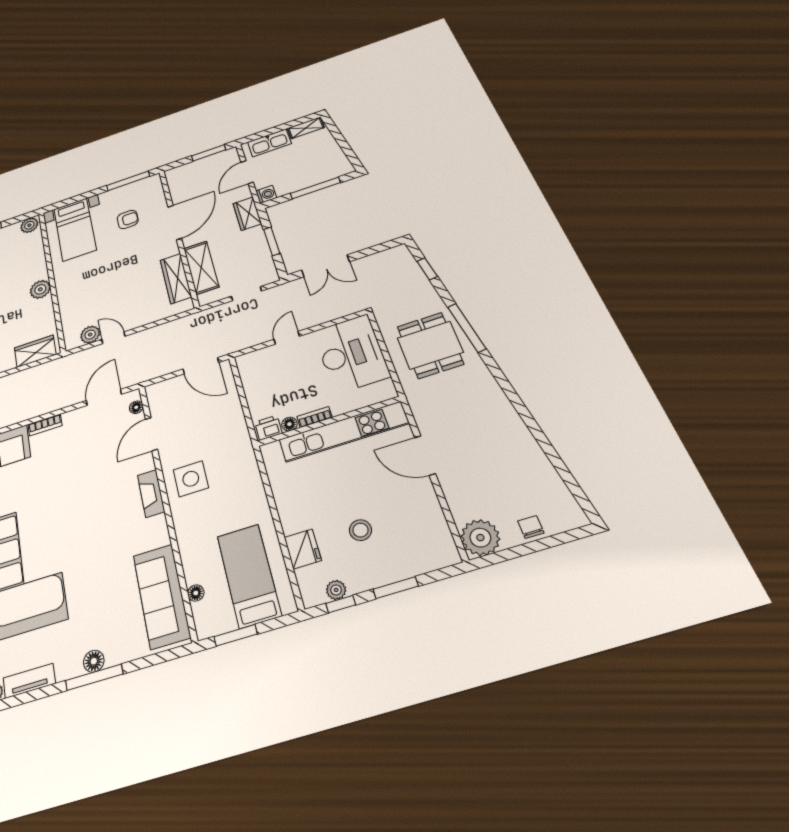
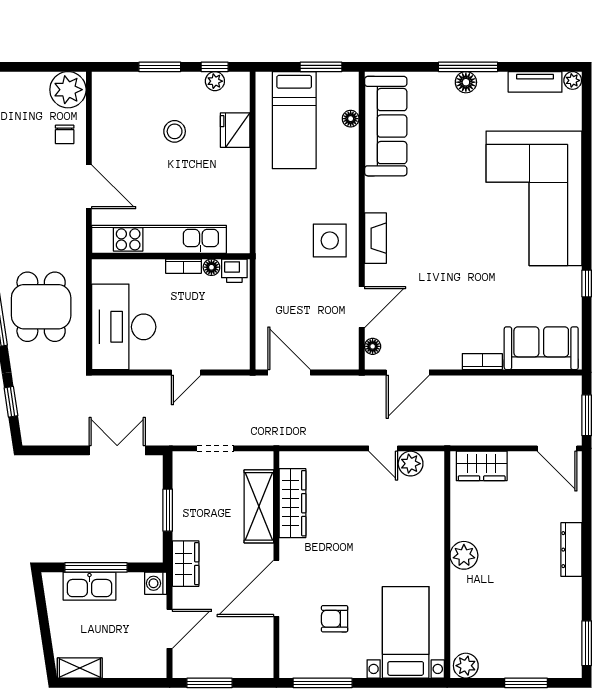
kitchen sink: (269, 143) -> (89, 586), moved, turned 180
chair: (531, 527) -> (65, 134), moved

